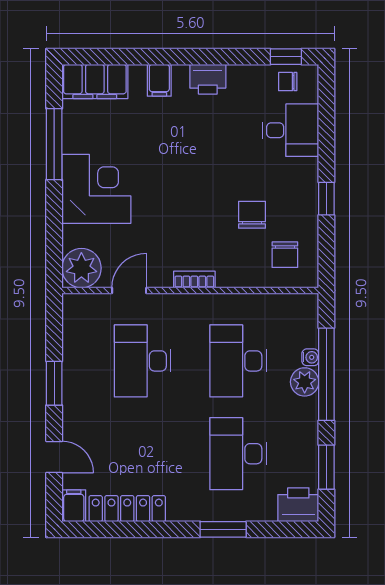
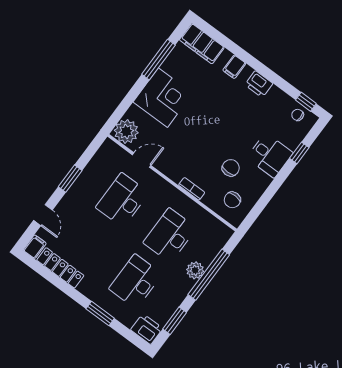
desk: (290, 130) -> (270, 155), moved
window: (326, 199) -> (299, 153), moved
bookcase: (194, 280) -> (192, 189), moved
water cooler: (310, 357) -> (207, 260), removed

